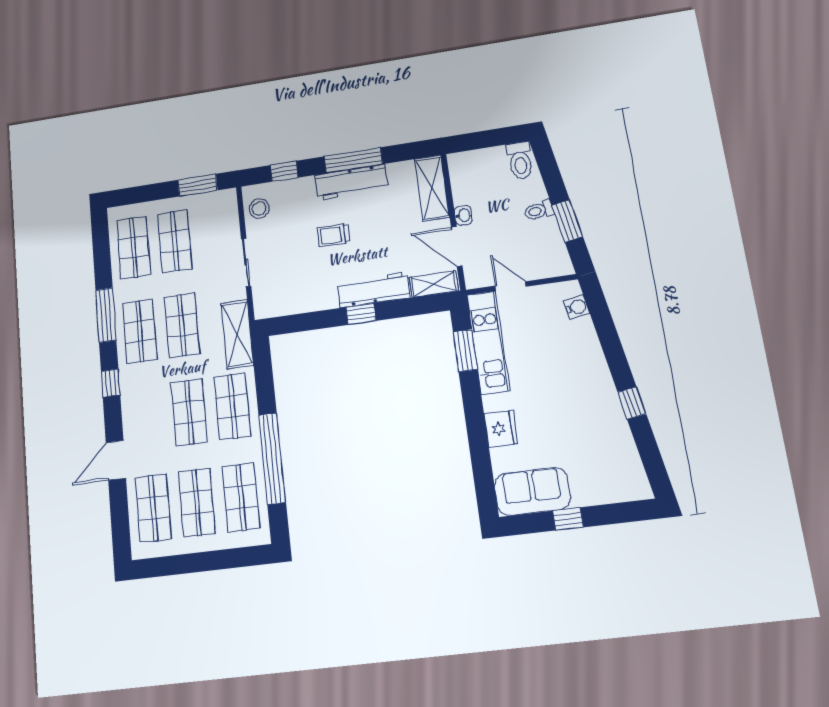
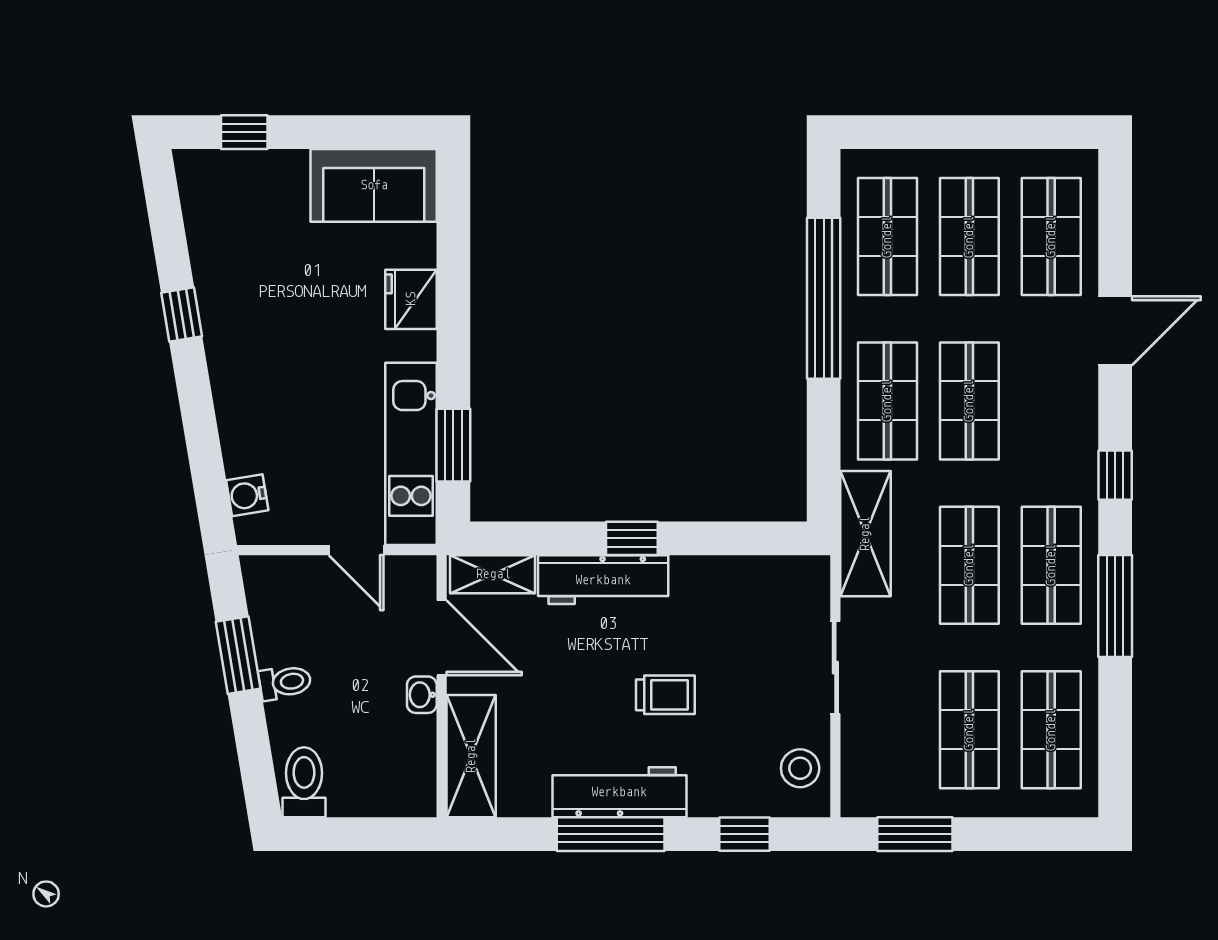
window: (568, 519) -> (244, 132), moved

